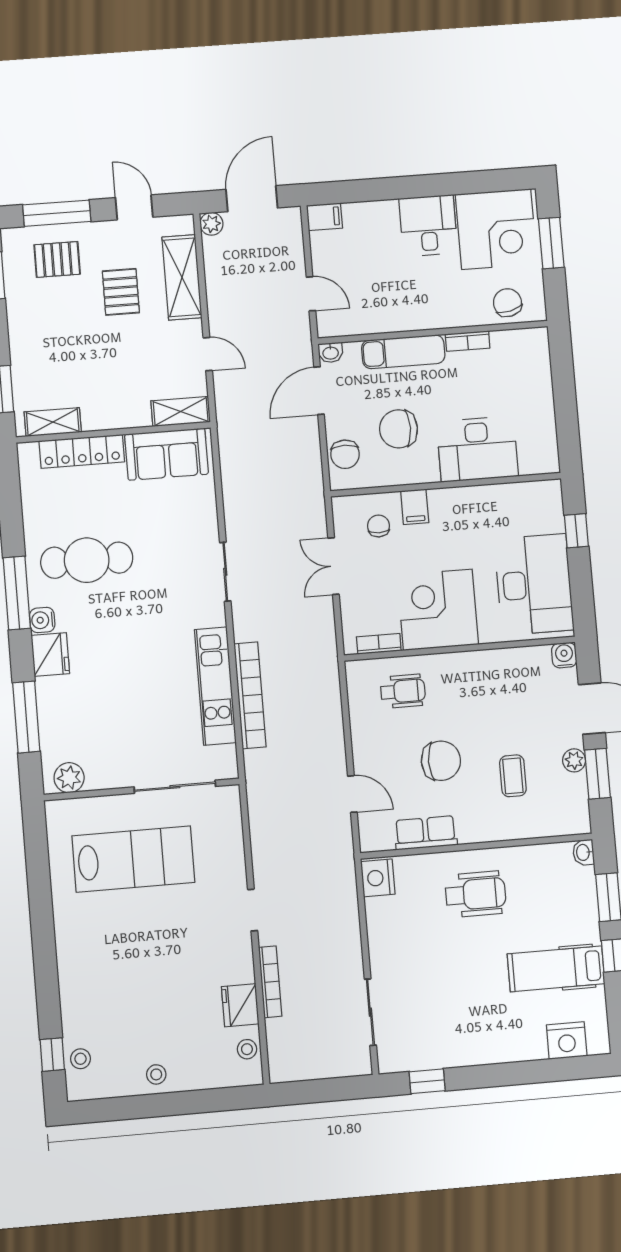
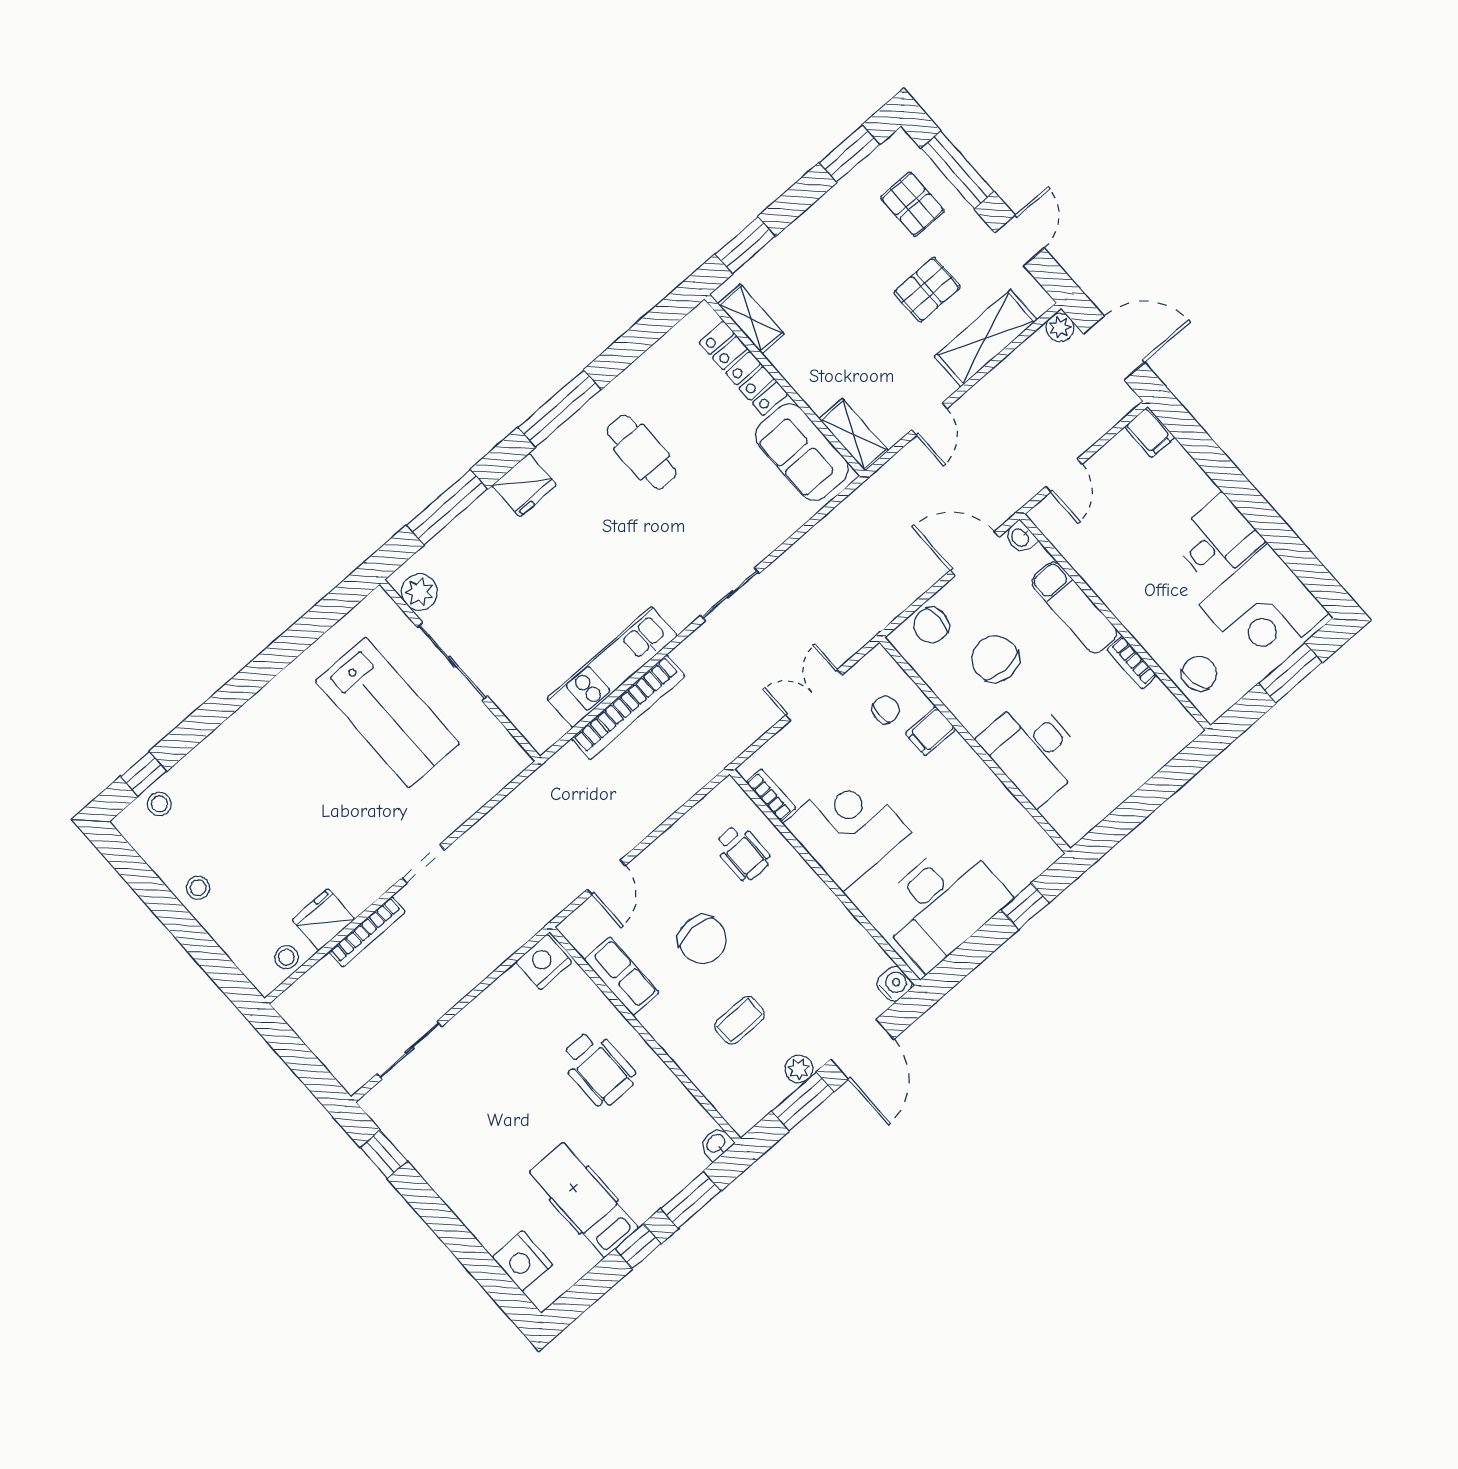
cafe table: (87, 560) -> (641, 452), width x0.73, depth x0.74
water cooler: (42, 620) -> (552, 452), removed
sliding door: (175, 787) -> (452, 661), moved

